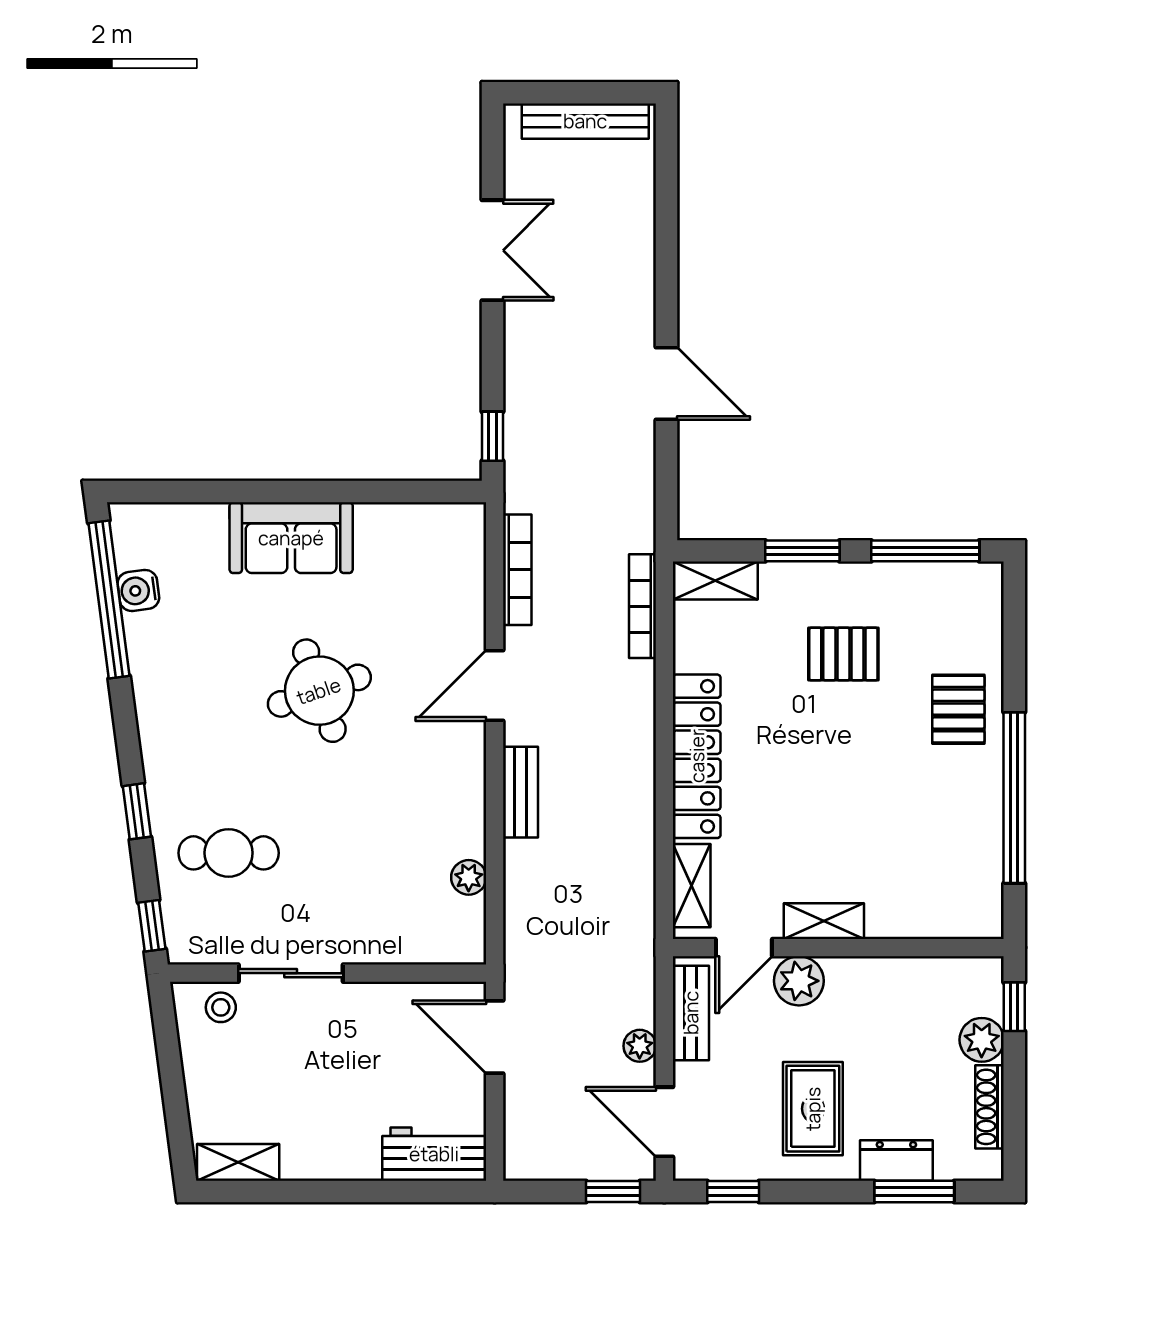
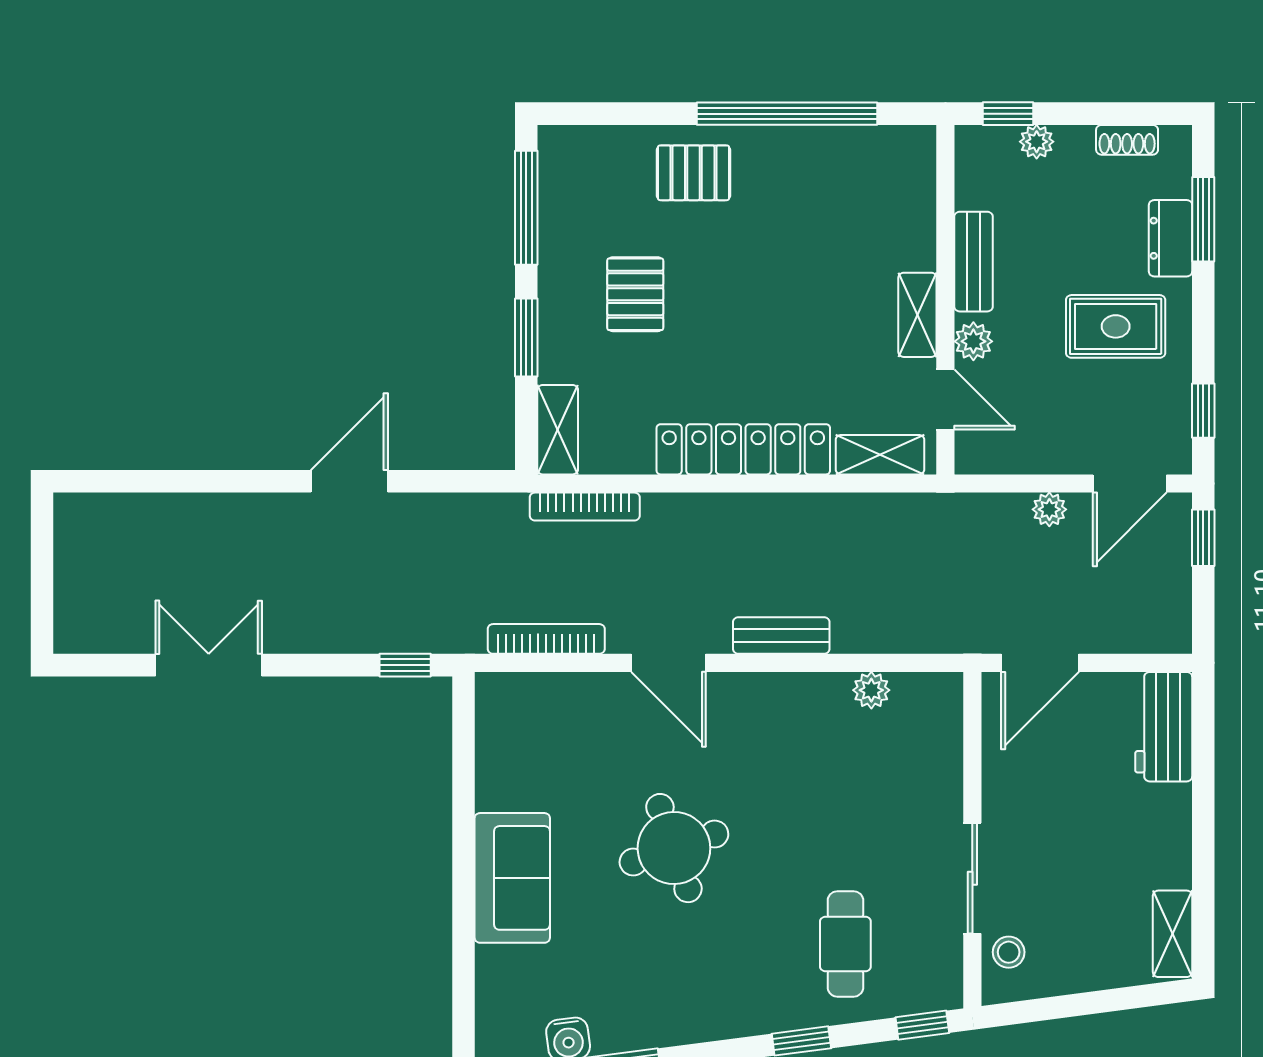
bench: (585, 121) -> (72, 567), removed
plant: (799, 981) -> (973, 341), width x0.73, depth x0.73
bench: (691, 1013) -> (973, 262), moved, turned 90
plant: (982, 1040) -> (1037, 142), width x0.73, depth x0.73
shoe rack: (990, 1107) -> (1127, 140), width x0.70

